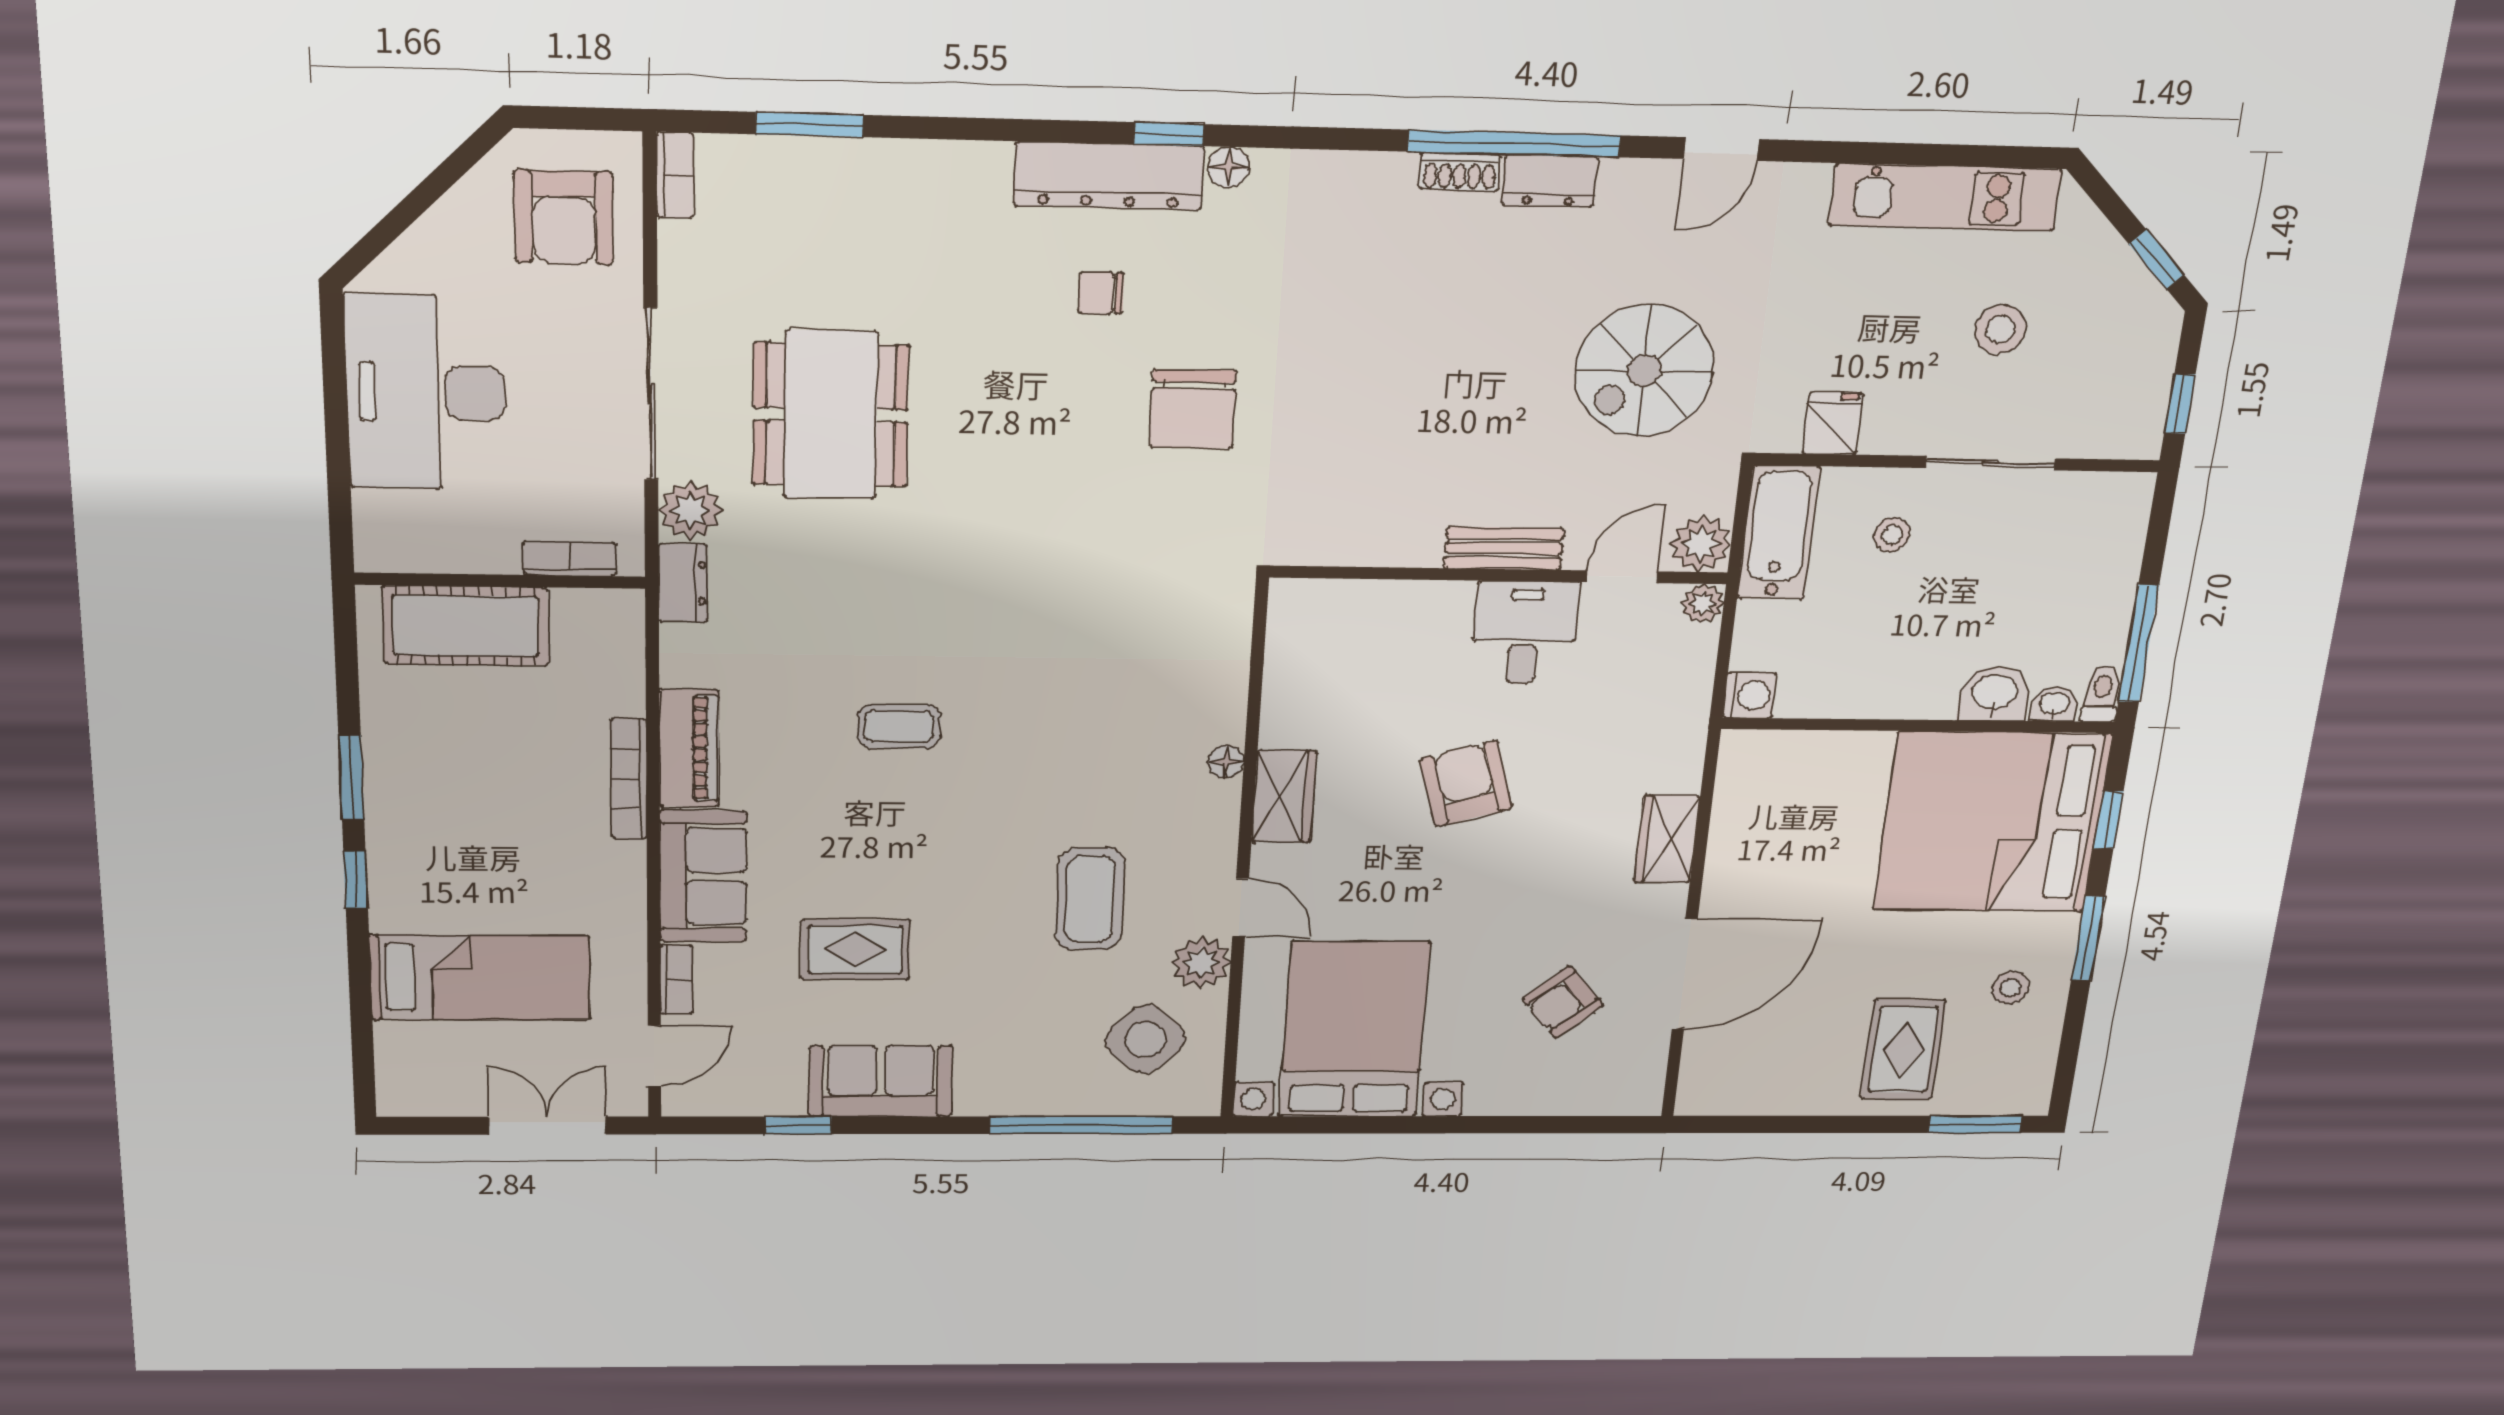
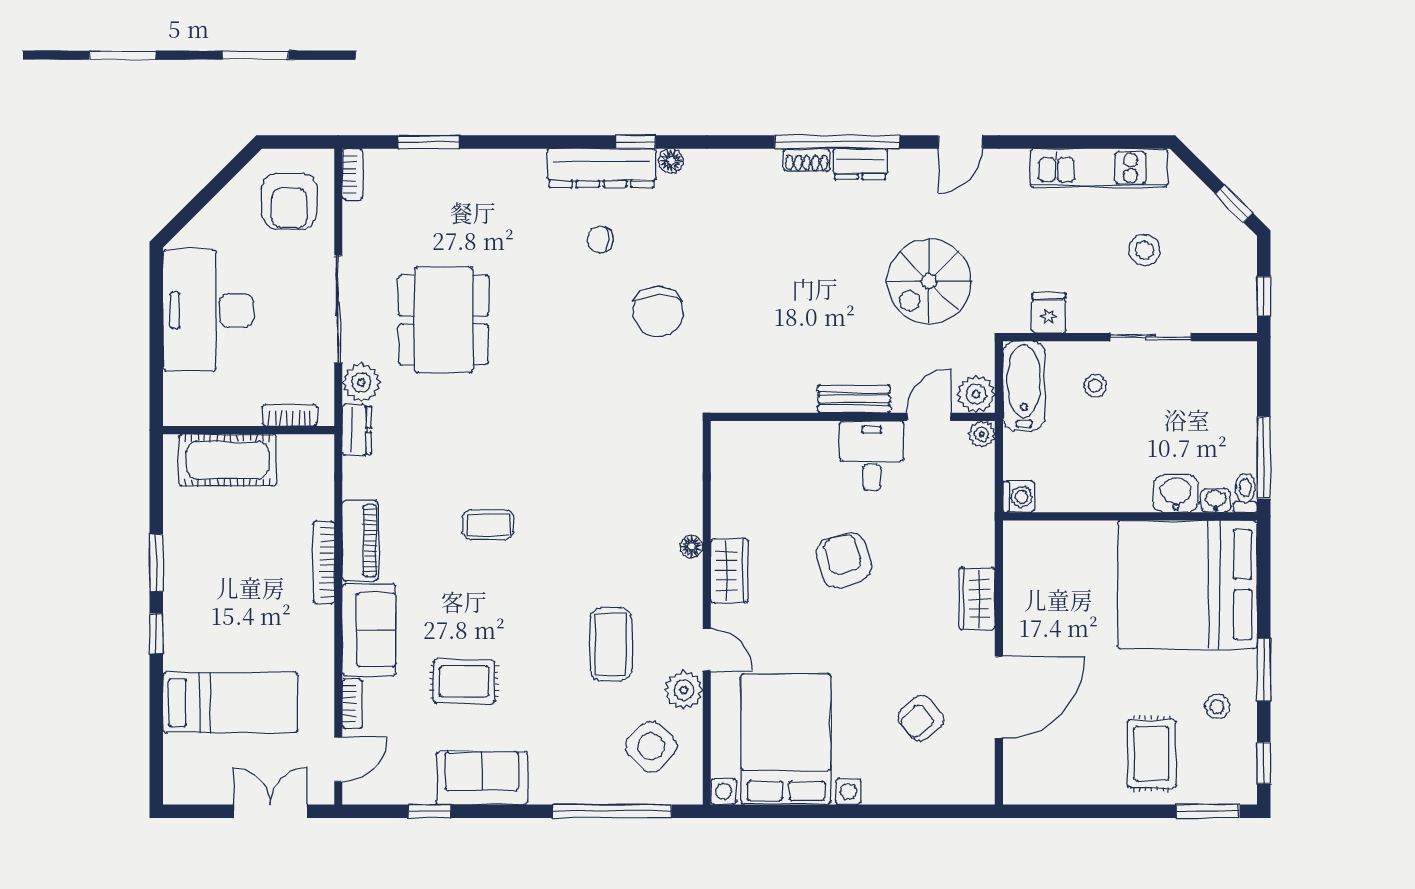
window: (2108, 820) -> (1264, 763), moved

